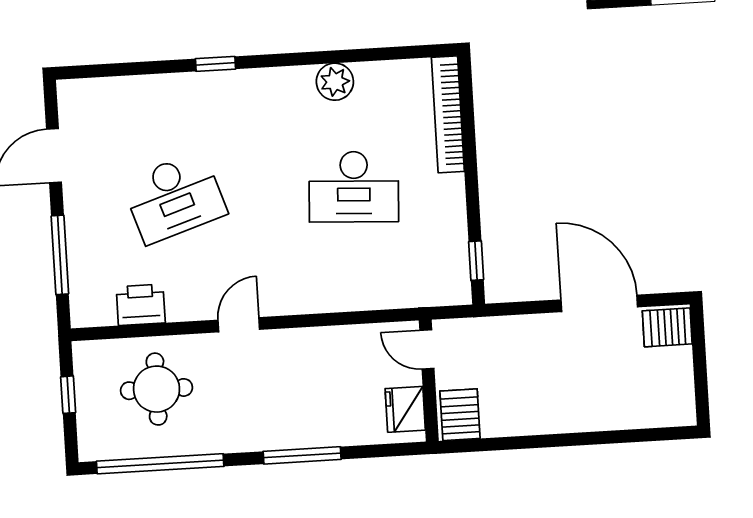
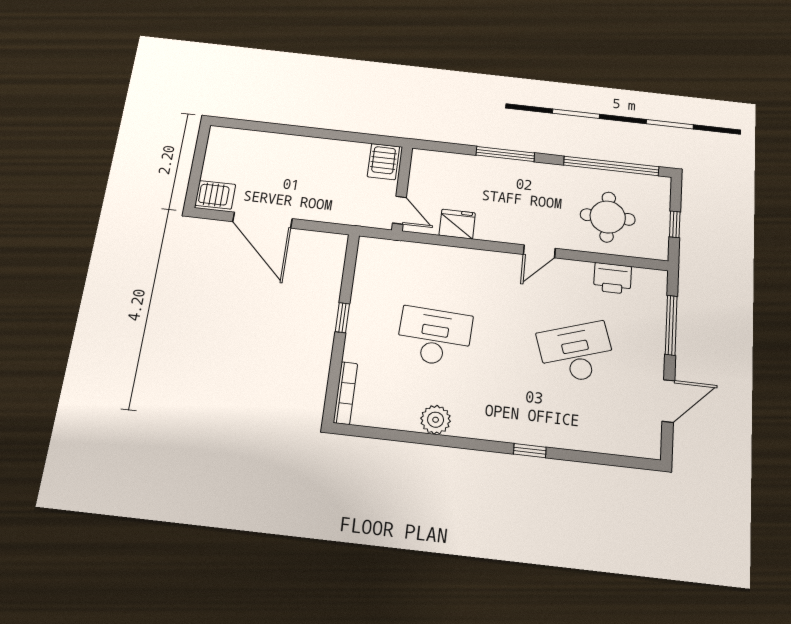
bookcase: (448, 114) -> (345, 393), width x0.68, depth x0.76
window: (476, 261) -> (342, 318), moved
fridge: (405, 409) -> (457, 224), moved, turned -90

